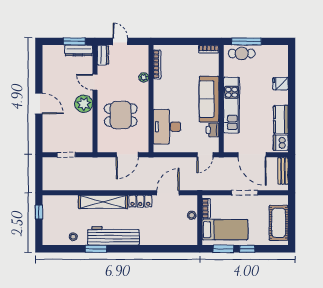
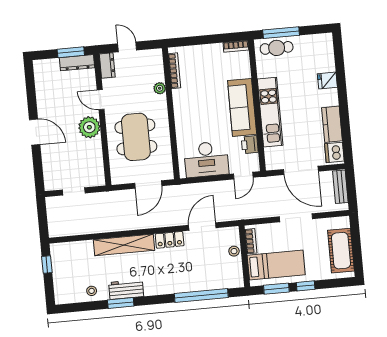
dining table: (121, 115) -> (136, 137), width x1.38
desk: (167, 127) -> (206, 159), moved, turned -90
workbench: (113, 236) -> (126, 289), width x0.53, depth x0.76
window: (162, 249) -> (201, 296), added

